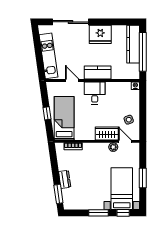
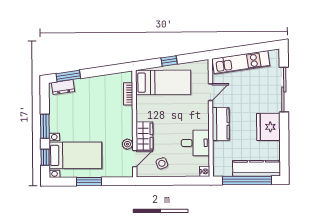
desk: (95, 93) -> (195, 143), moved
dresser: (65, 179) -> (63, 87), moved

